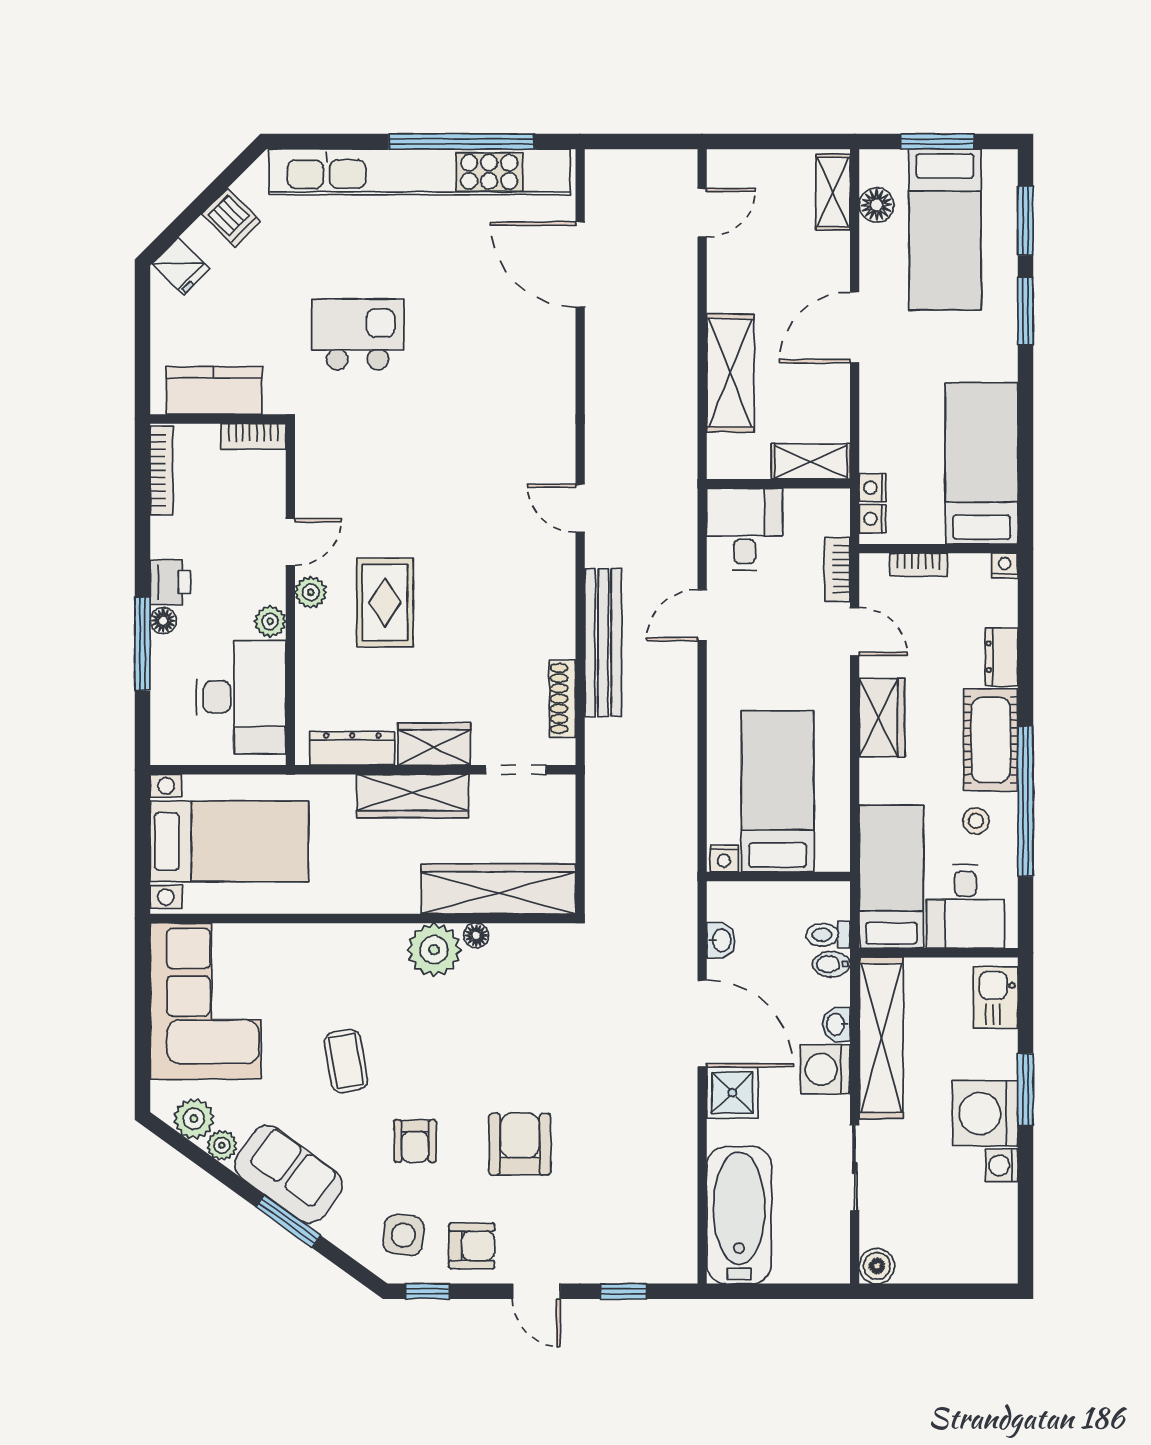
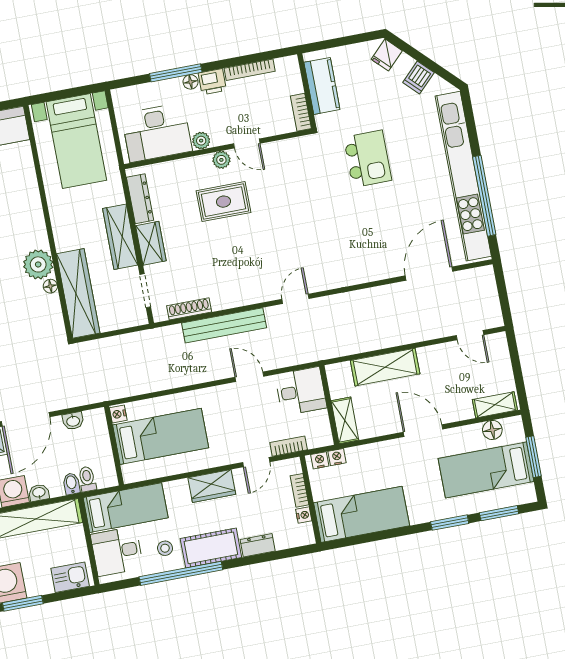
bookcase: (161, 470) -> (250, 70), moved
nightstand: (1005, 566) -> (304, 515), moved

